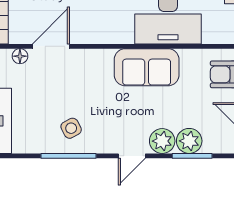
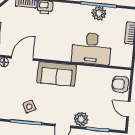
sofa: (147, 67) -> (57, 74), moved
plant: (189, 141) -> (97, 121), removed

